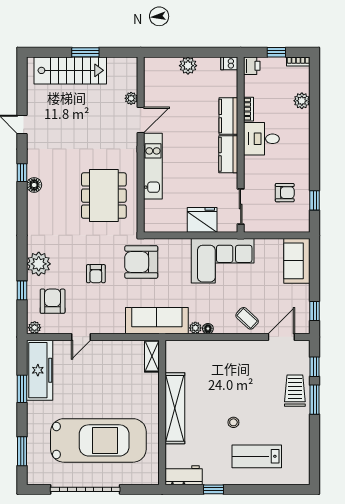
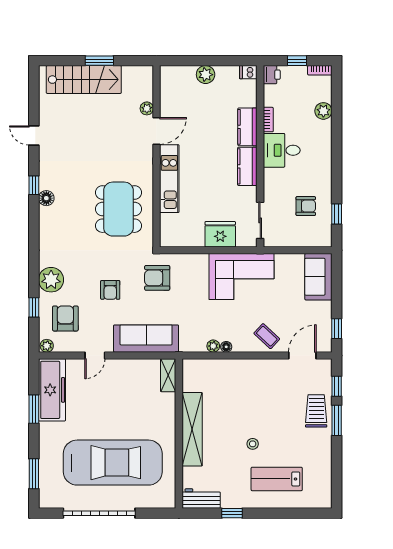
armchair: (141, 262) -> (157, 278), width x0.73, depth x0.73
sofa: (157, 321) -> (146, 339), moved

